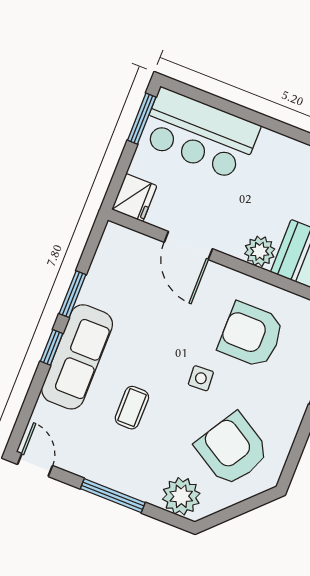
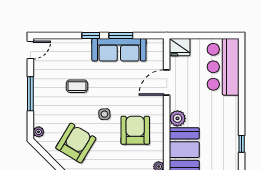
window: (142, 119) -> (219, 36), removed
sofa: (77, 357) -> (119, 50), moved
plant: (181, 496) -> (39, 132), width x0.53, depth x0.53

